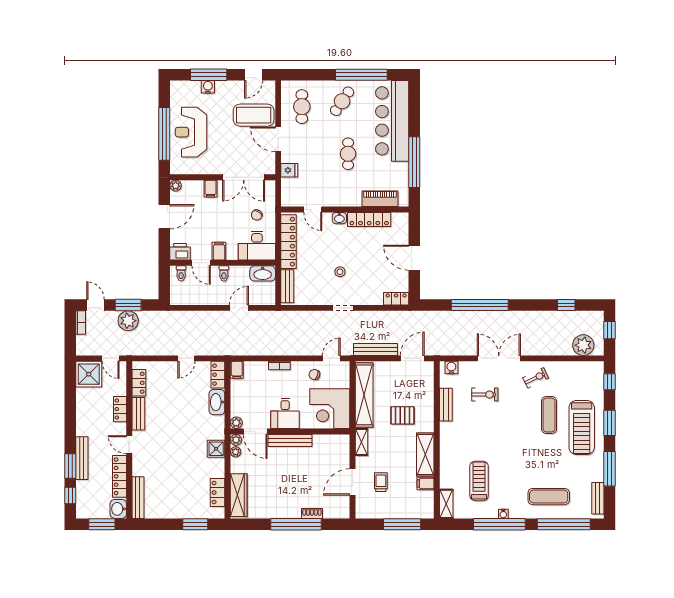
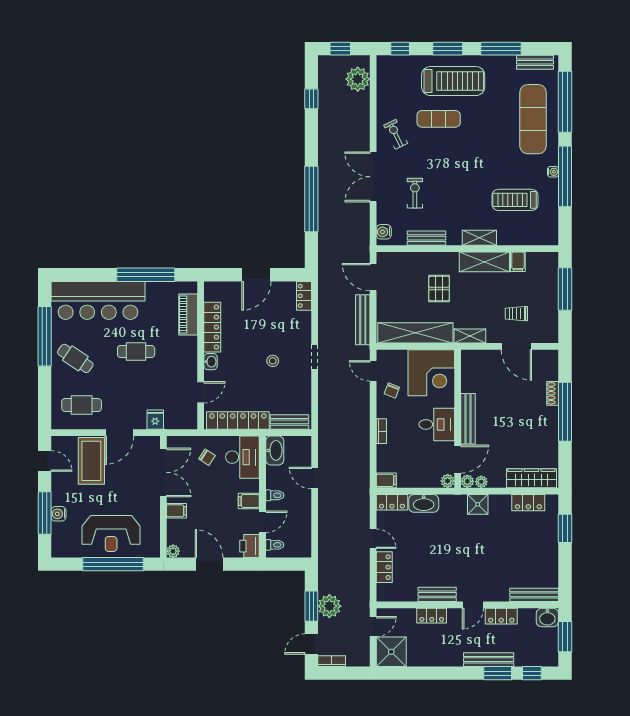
locker: (139, 383) -> (384, 567), moved, turned 90
locker: (120, 476) -> (501, 616), width x0.66
exercise mat: (549, 497) -> (533, 119), width x1.36, depth x1.45
shelving: (446, 504) -> (479, 238), moved

